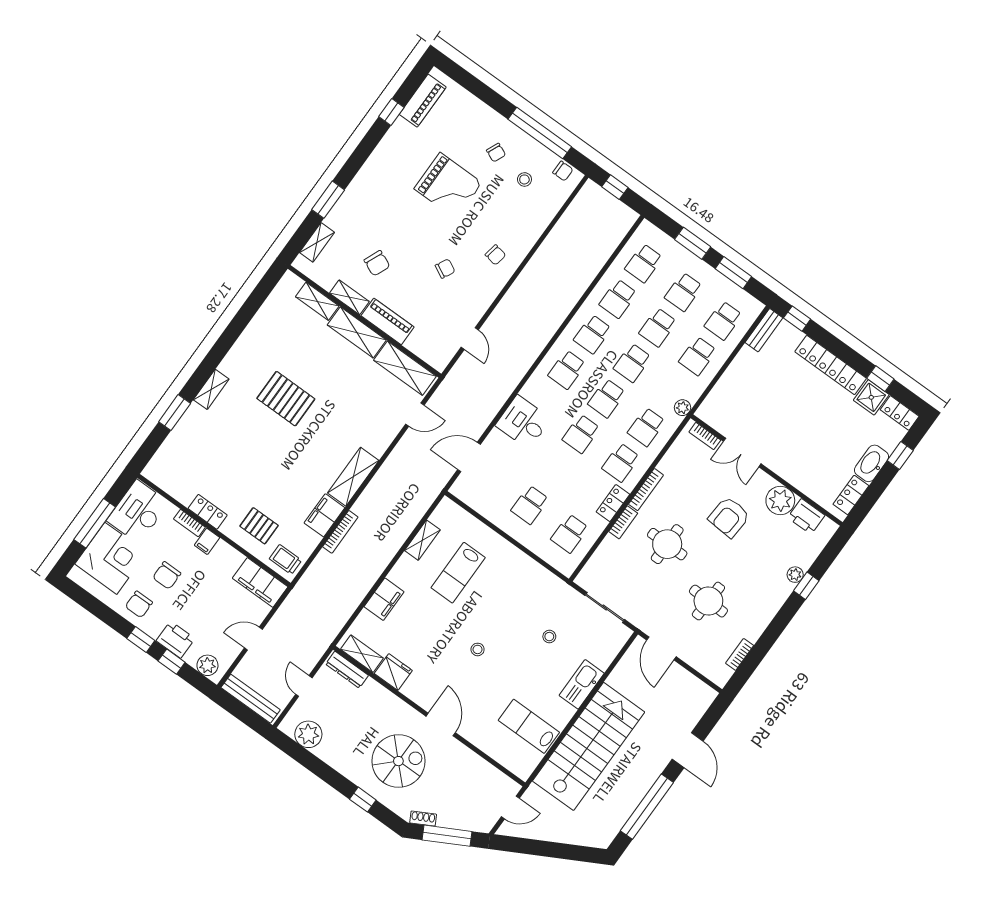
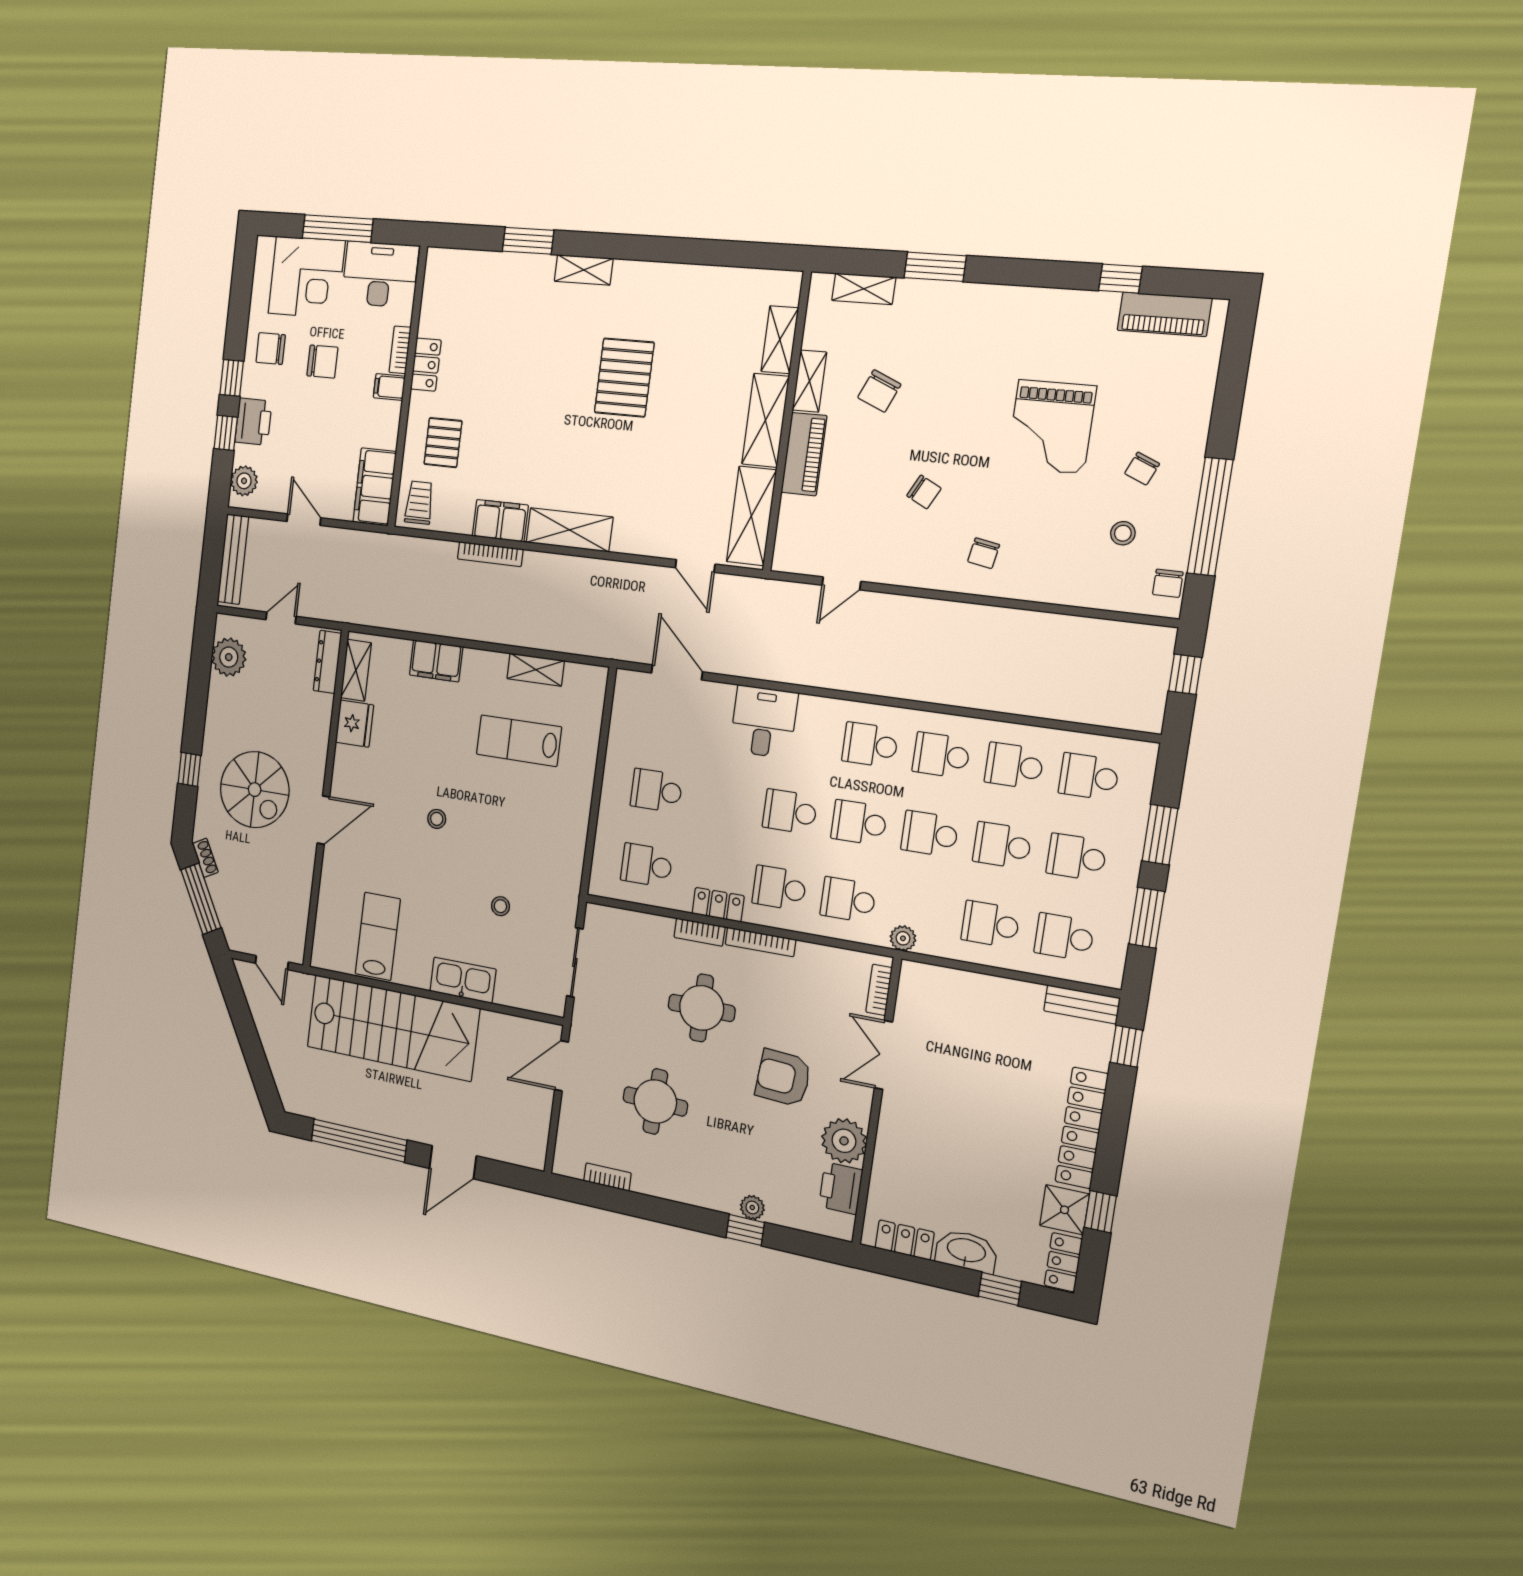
chair: (167, 575) -> (322, 362), turned 180

